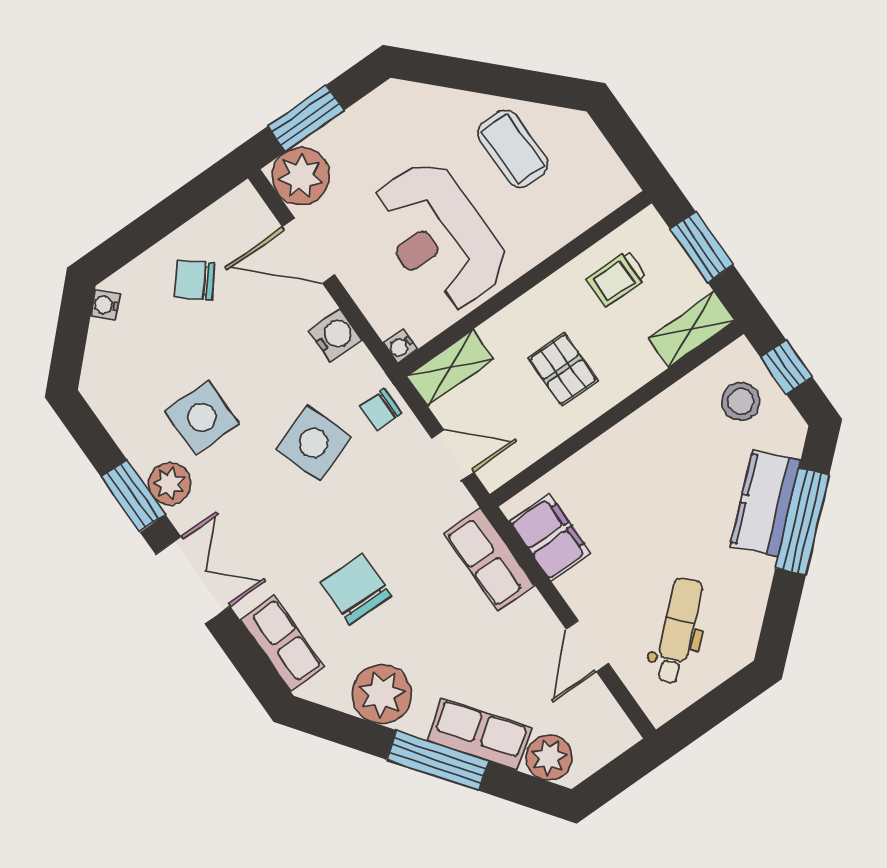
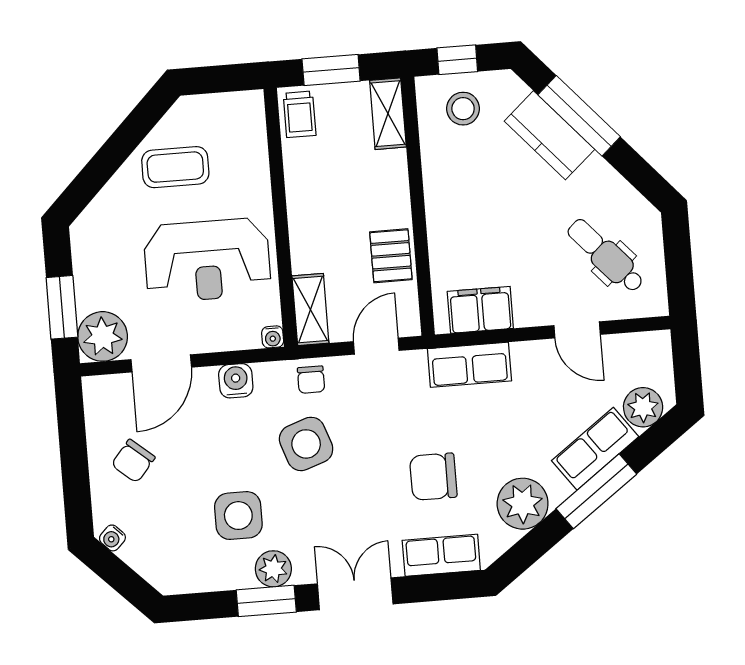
trolley: (617, 279) -> (300, 114), moved
pallet: (563, 369) -> (391, 256), moved, turned 90

